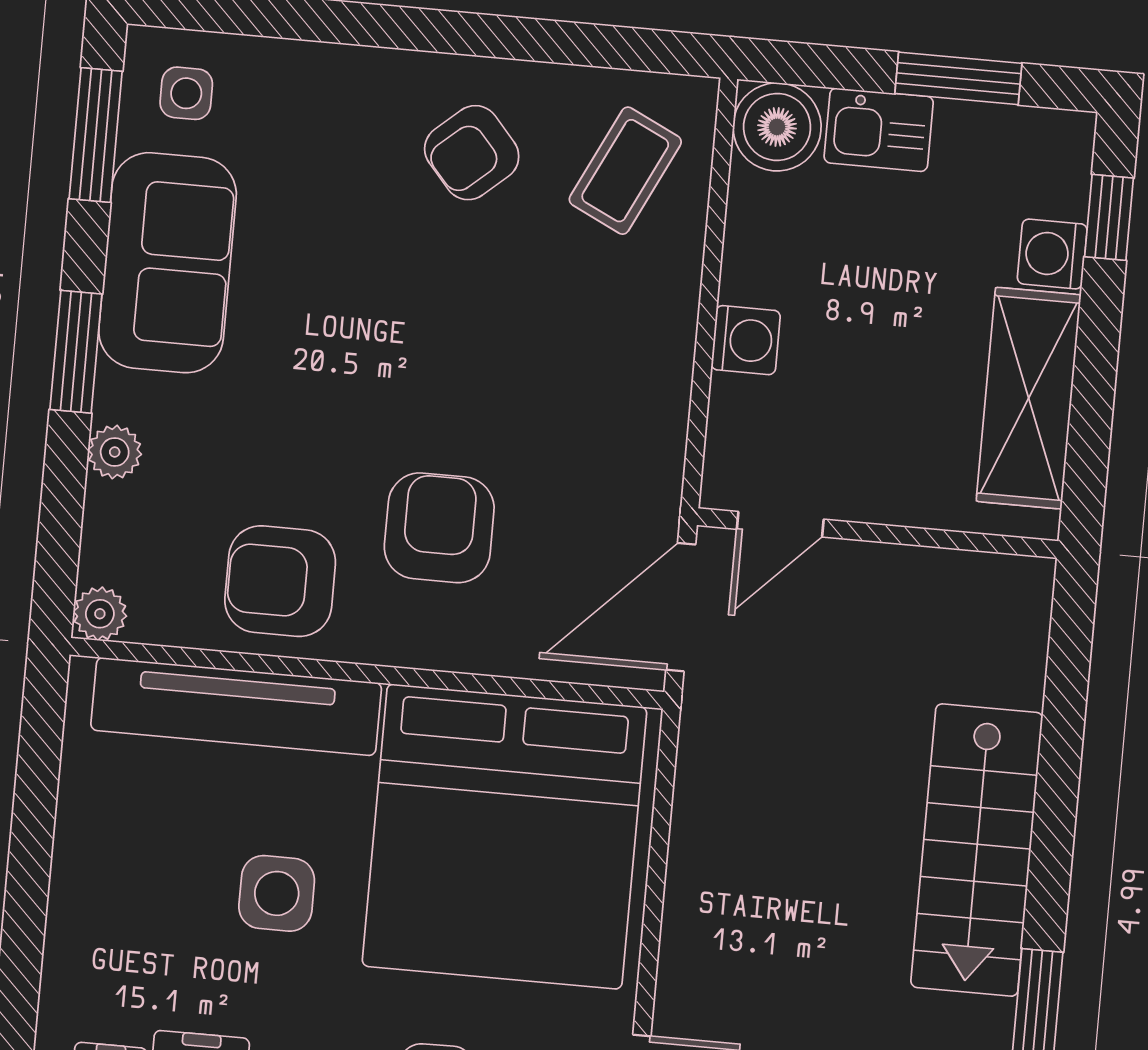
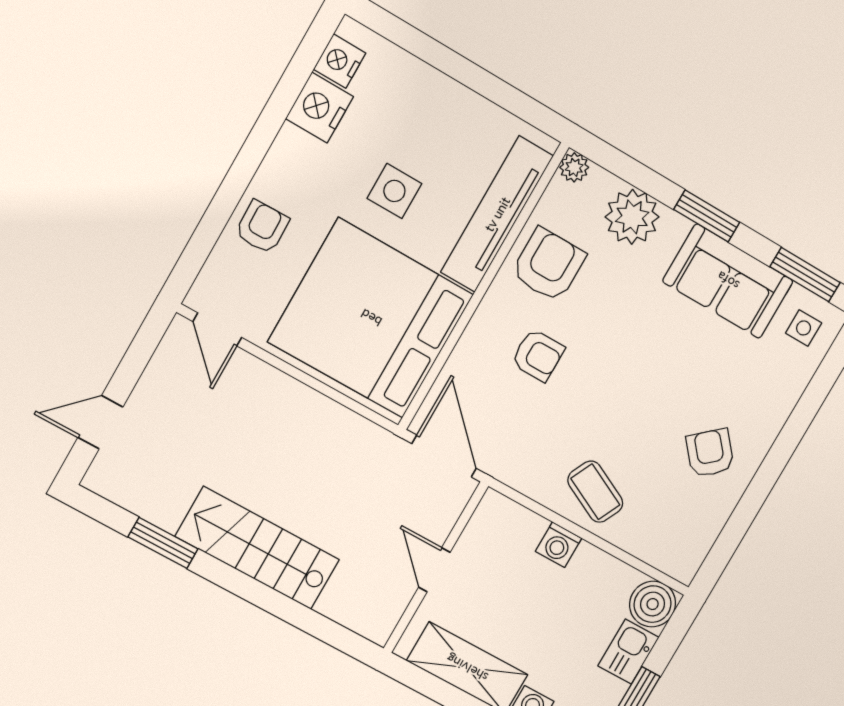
coffee table: (625, 171) -> (595, 492), moved
plant: (115, 452) -> (632, 217), width x1.88, depth x1.88
door: (780, 524) -> (434, 570), moved
armchair: (439, 528) -> (538, 355), width x0.72, depth x0.72

